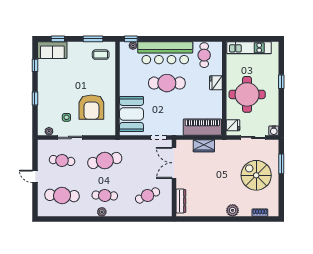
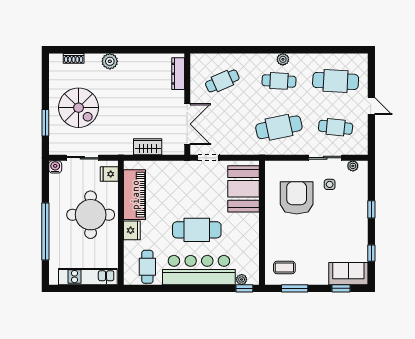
window: (281, 82) -> (45, 232), width x3.17
piano: (202, 127) -> (135, 195), moved, turned -90

